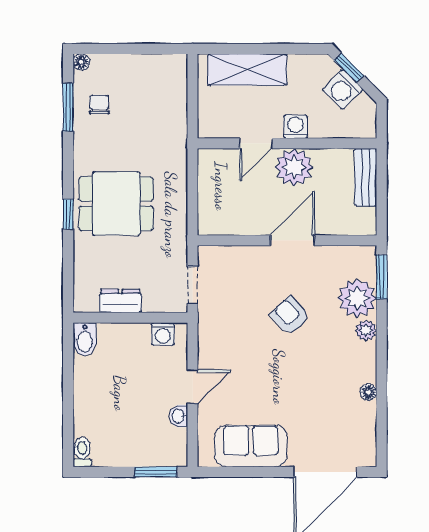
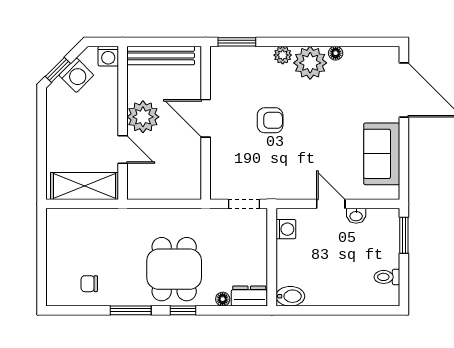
floor lamp: (81, 62) -> (223, 299), moved
shelving: (247, 70) -> (84, 186), moved, turned 90
window: (68, 107) -> (131, 310), moved
washing machine: (295, 127) -> (108, 56), moved, turned -90
bench: (366, 177) -> (161, 56), width x1.36
plant: (357, 298) -> (310, 63), moved
dresser: (120, 301) -> (249, 296), moved, turned 90
armchair: (290, 316) -> (270, 120), turned -137
toilet: (82, 452) -> (387, 277), moved

